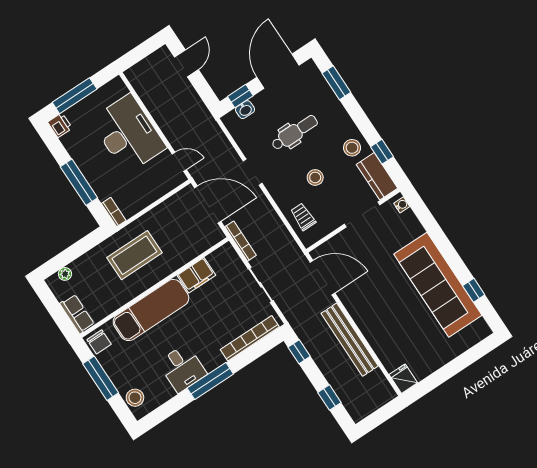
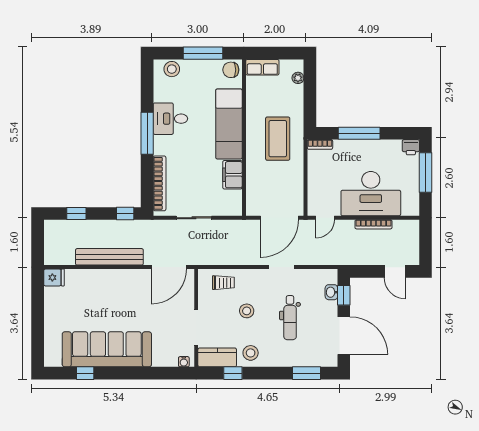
bookcase: (241, 241) -> (373, 224), moved

